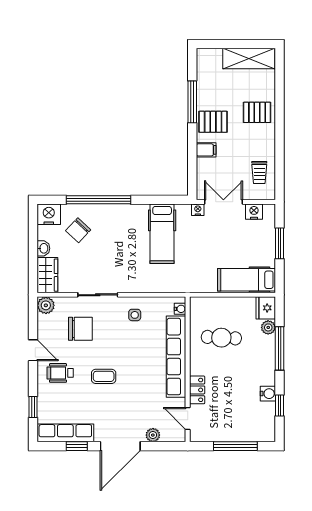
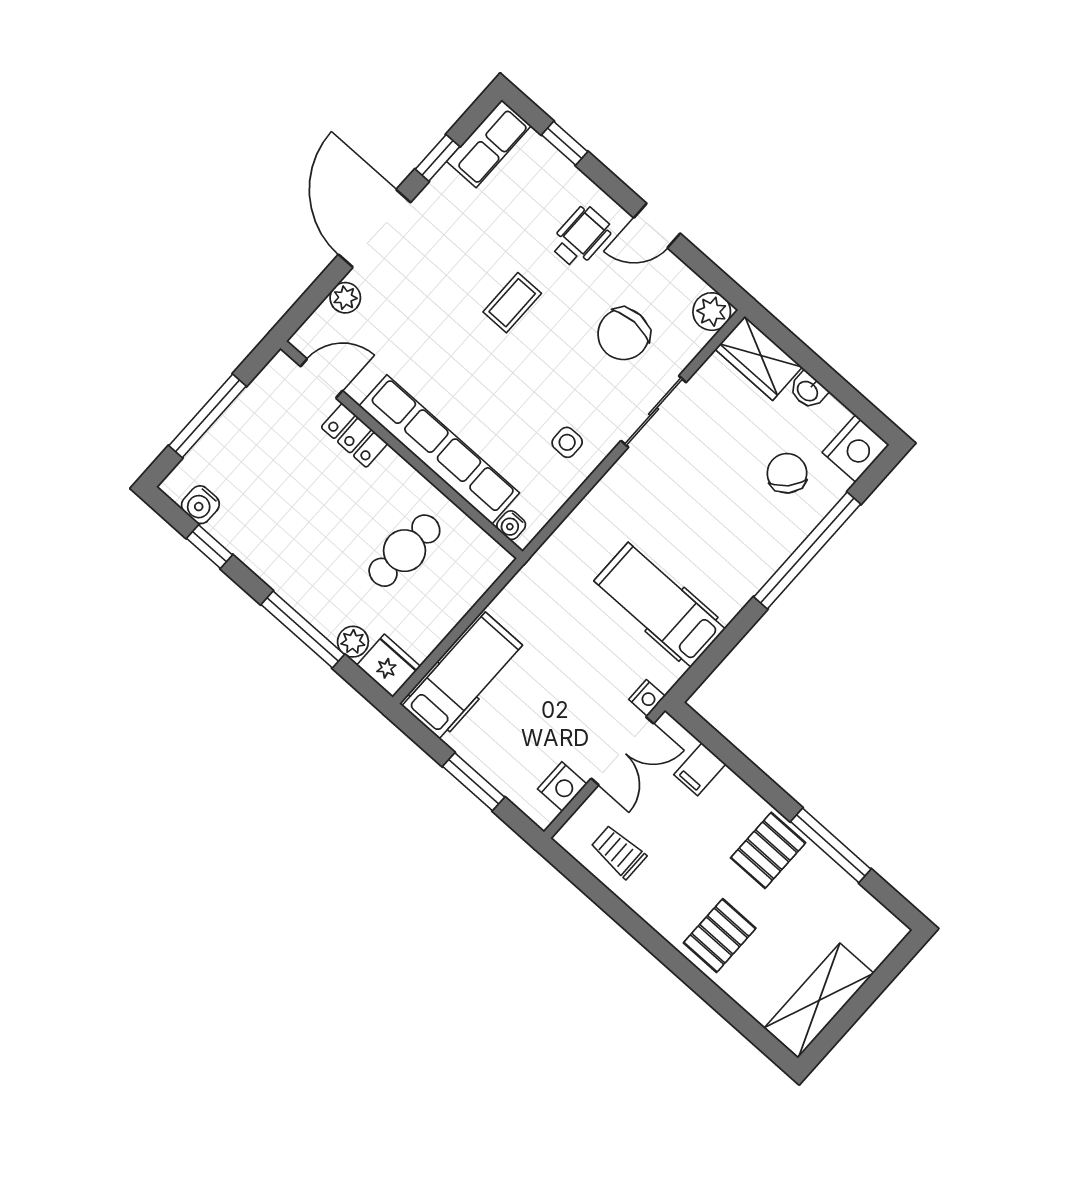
filing cabinet: (206, 150) -> (700, 769), moved
water cooler: (268, 394) -> (200, 505), moved
row of seats: (65, 433) -> (489, 144), width x0.68

